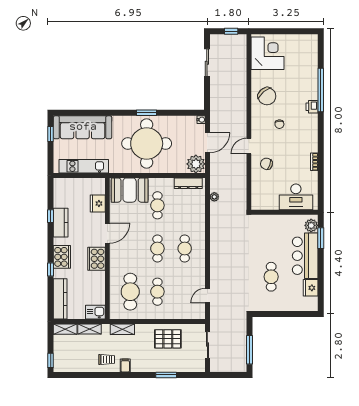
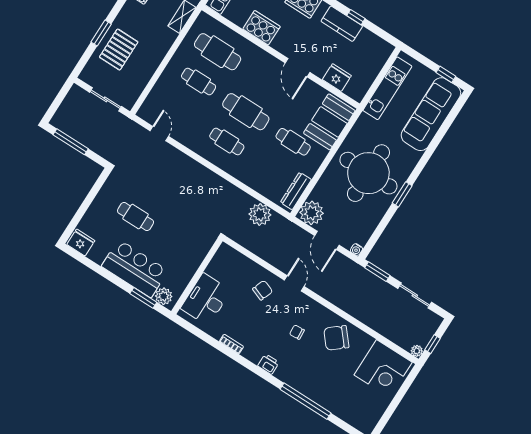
plant: (242, 39) -> (417, 351), added
window: (207, 97) -> (377, 272), added
printer: (312, 107) -> (268, 364), moved
plant: (214, 197) -> (260, 214), width x1.88, depth x1.88
cafe table: (157, 248) -> (246, 112), width x1.37, depth x1.35
cooker: (97, 259) -> (261, 28), moved
fridge: (311, 288) -> (81, 242), moved
pallet: (168, 339) -> (119, 50), moved

